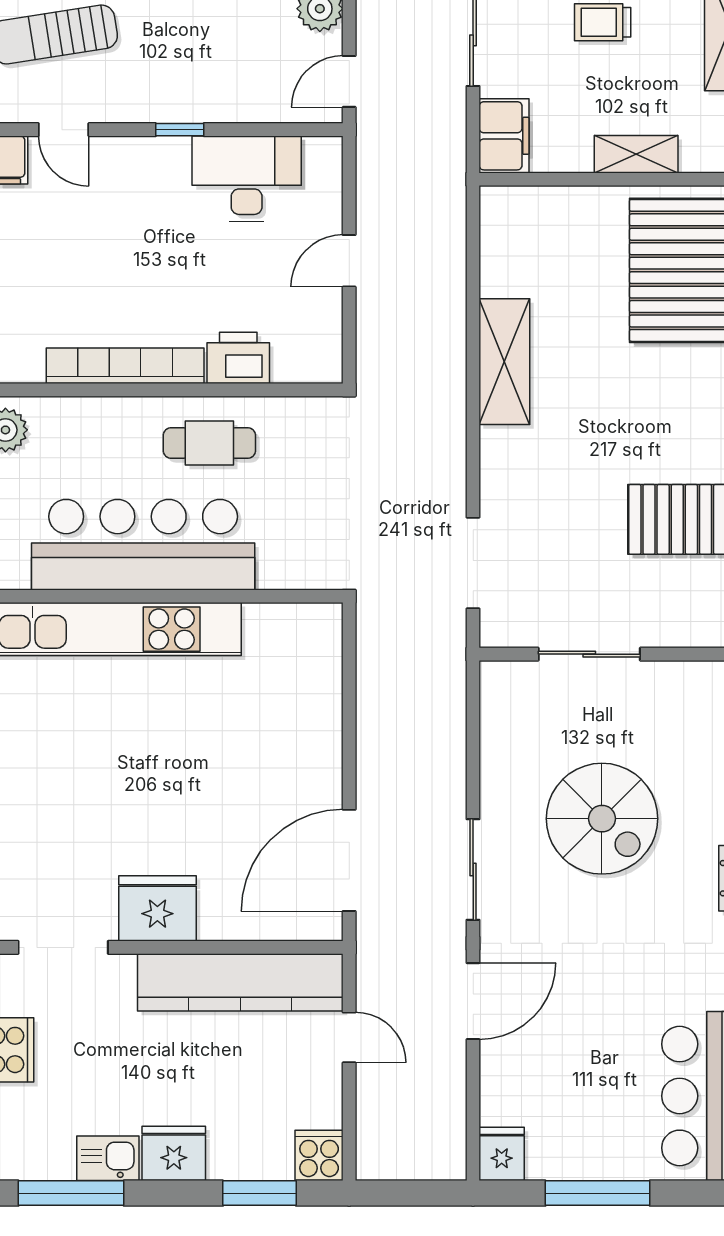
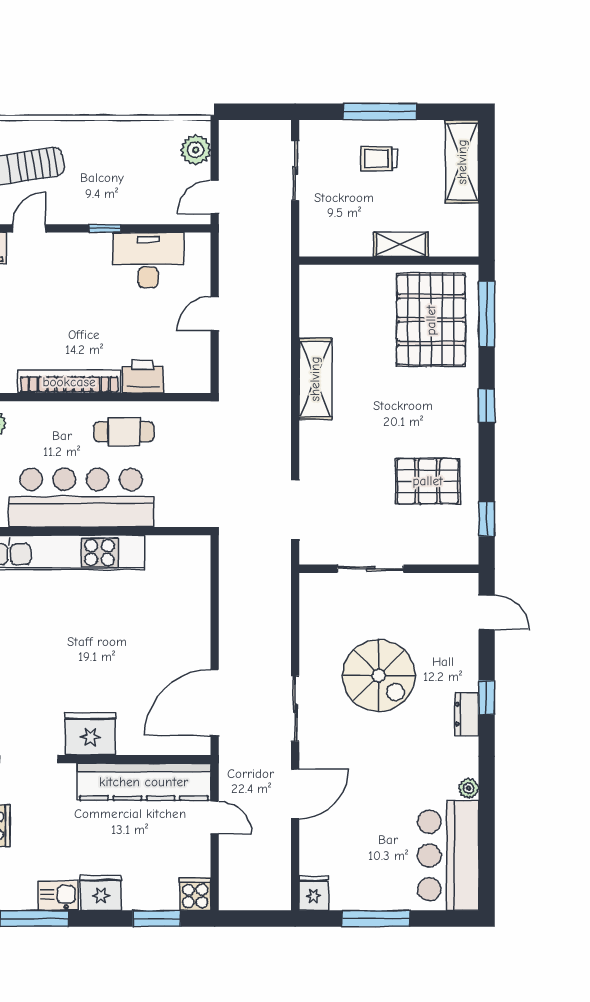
door: (64, 130) -> (29, 228), swing flipped
filing cabinet: (504, 136) -> (315, 232), removed

